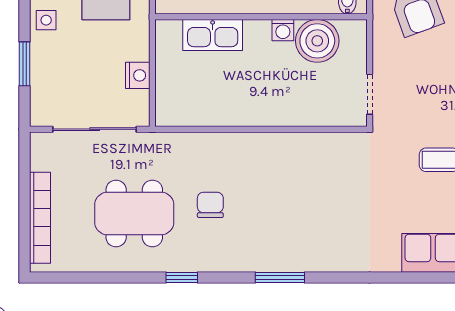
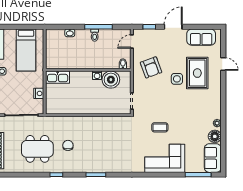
kitchen sink: (213, 35) -> (58, 77), moved

